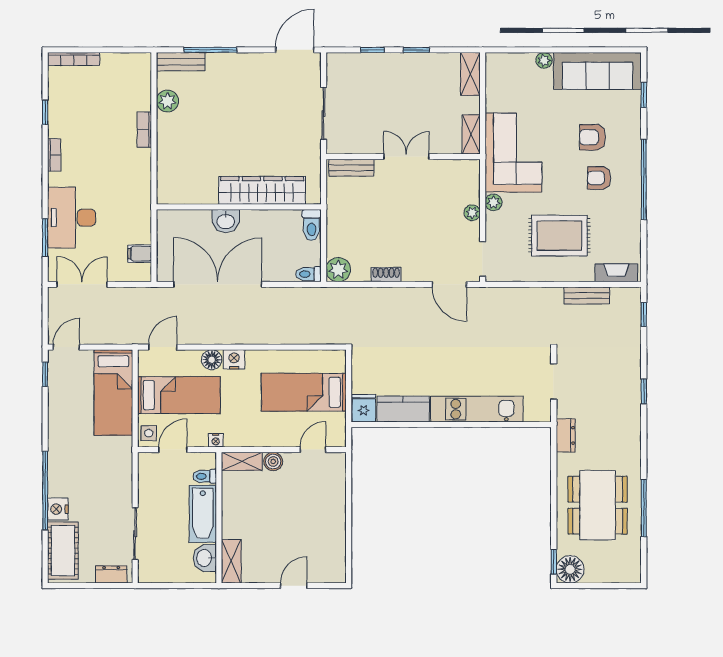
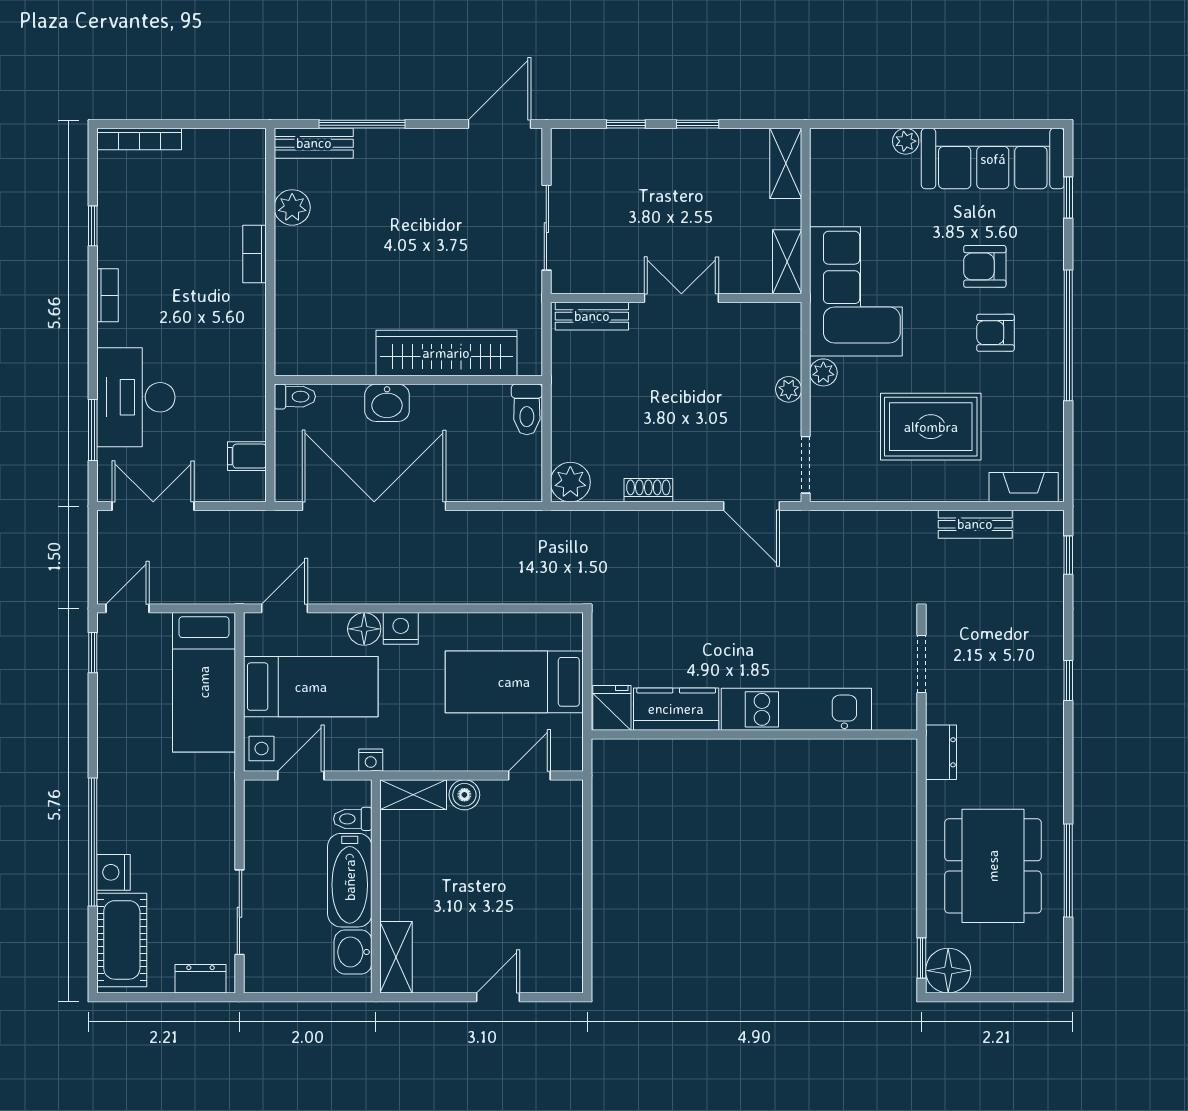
toilet: (308, 274) -> (295, 397), moved, turned 180

